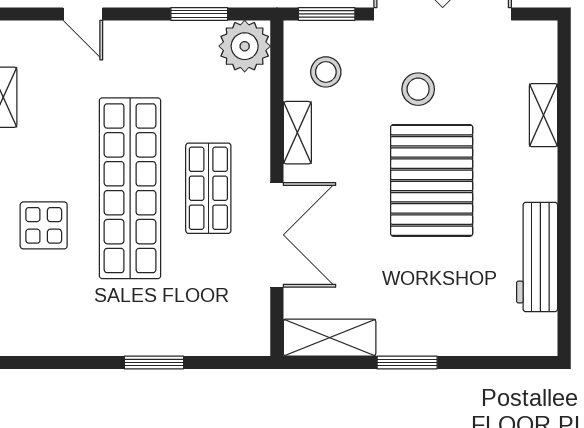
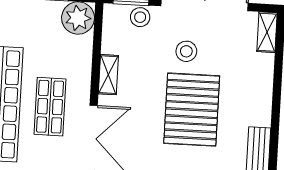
stool: (326, 72) -> (140, 17), moved
shelving: (543, 115) -> (267, 32), moved

